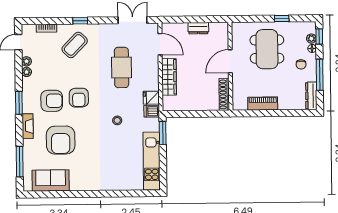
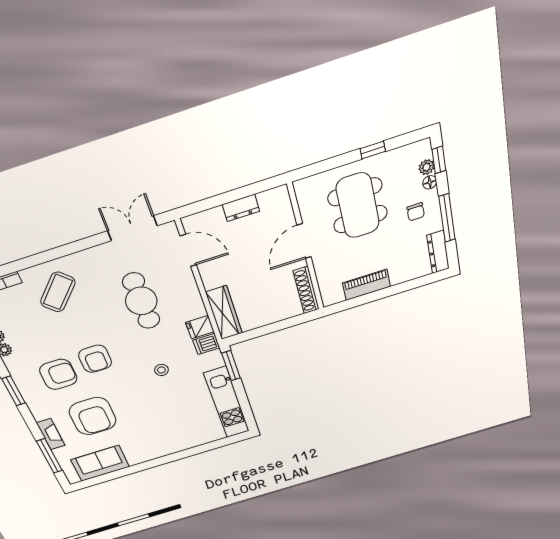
window: (80, 21) -> (51, 255), removed
wardrobe: (169, 77) -> (224, 313), moved
fireplace: (28, 126) -> (51, 434), moved

